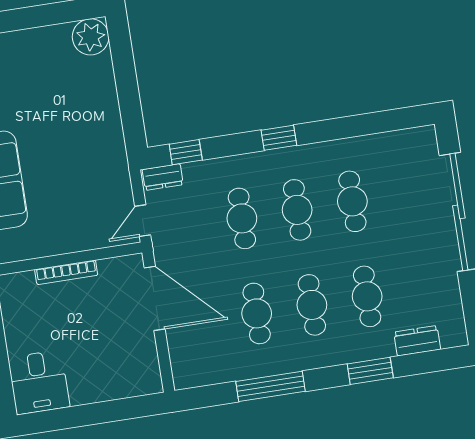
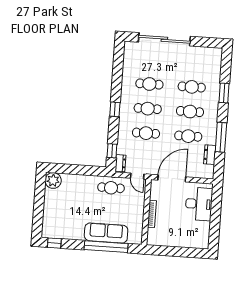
cafe table: (104, 168) -> (111, 188), added
dresser: (417, 341) -> (210, 155), moved
desk: (39, 382) -> (199, 204), moved, width x1.37

